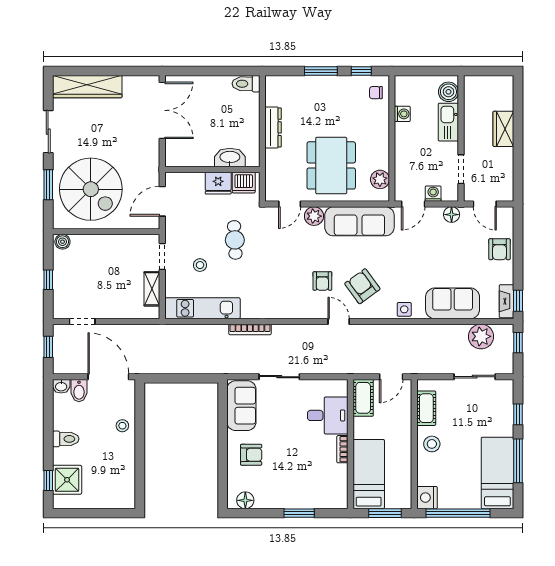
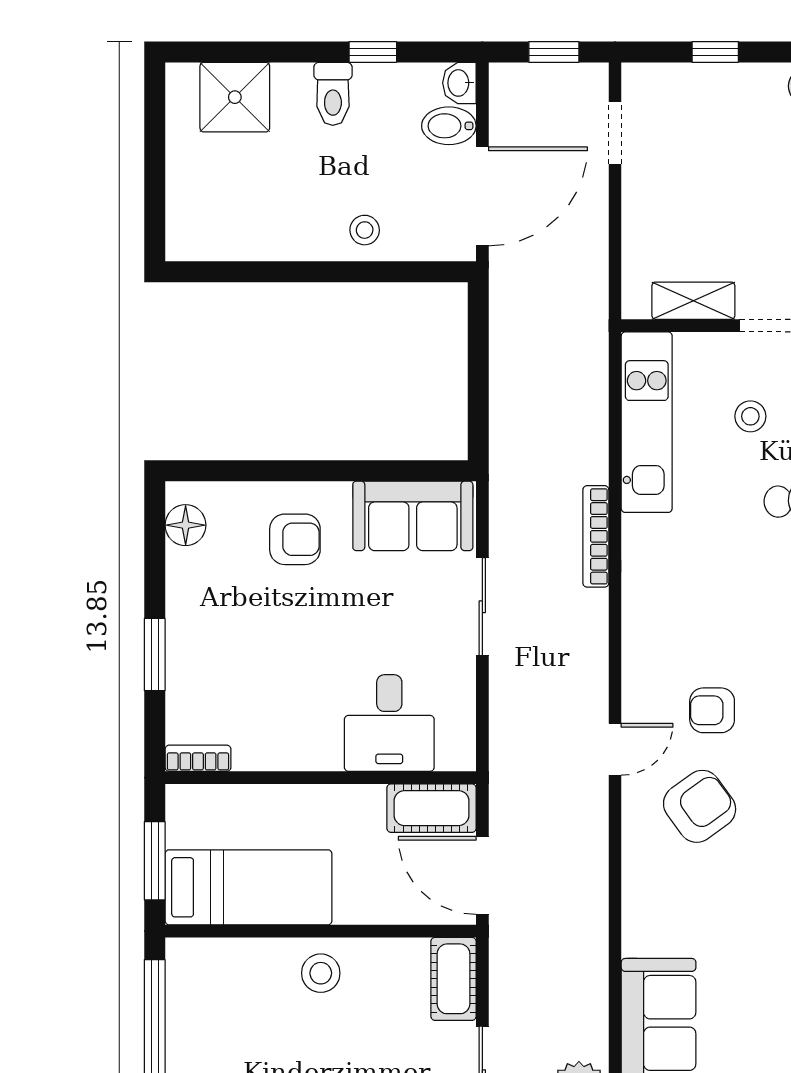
side table: (404, 309) -> (644, 907), removed
door: (391, 377) -> (482, 875), width x1.38
cot: (426, 408) -> (453, 979), moved, turned 90
bookcase: (342, 449) -> (198, 758), moved
armchair: (251, 455) -> (295, 539), turned -90
bed: (369, 474) -> (248, 887), moved
window: (48, 481) -> (373, 52), moved
nightstand: (427, 498) -> (192, 962), removed

